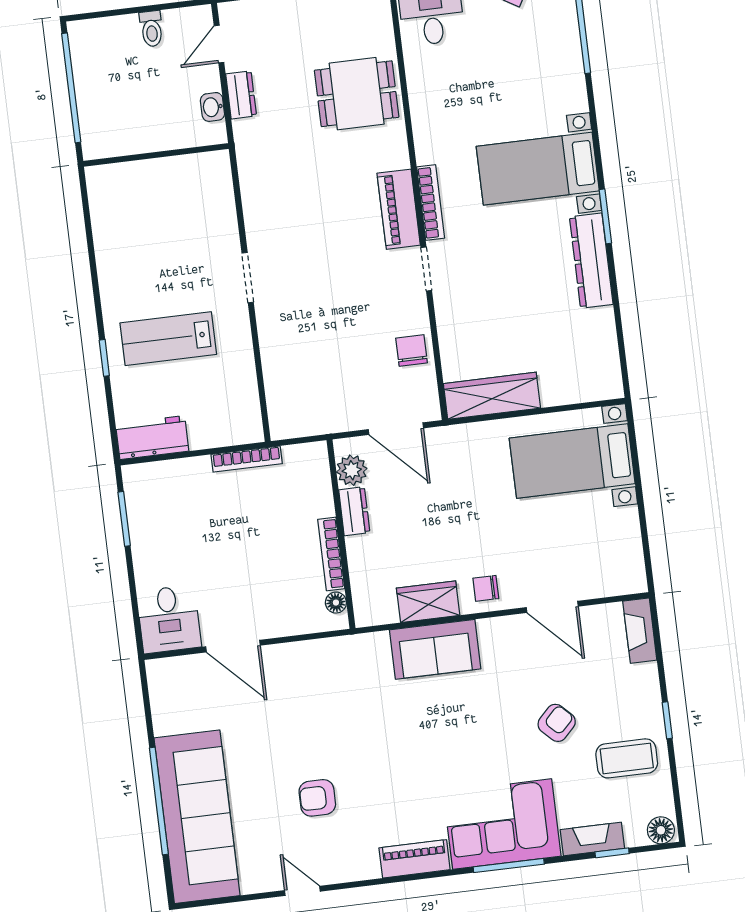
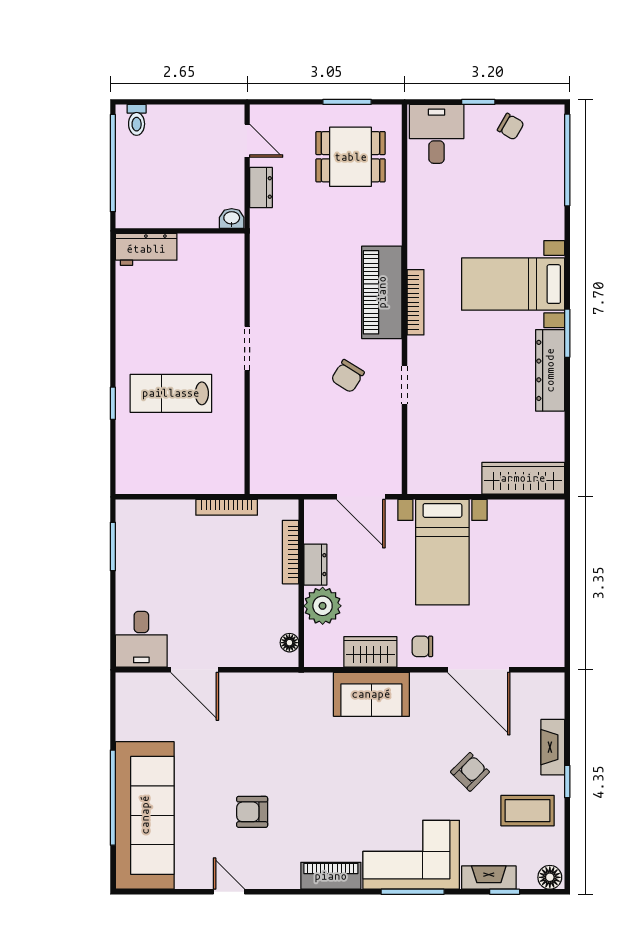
toilet: (151, 29) -> (137, 120), moved
door: (219, 44) -> (247, 141), swing flipped
dining table: (357, 94) -> (351, 157), moved
washbasin: (212, 107) -> (232, 218), moved, turned 90
piano: (399, 209) -> (382, 292), width x1.37, depth x1.33
doorway: (426, 269) -> (405, 385), moved
chair: (412, 350) -> (348, 376), moved, turned -148
wardrobe: (492, 396) -> (523, 478), moved
workbench: (152, 438) -> (146, 249), moved, turned 180
bed with nightstands: (572, 461) -> (442, 552), moved, turned -90
plant: (352, 470) -> (323, 606), moved, width x1.36, depth x1.36
bookcase: (331, 554) -> (291, 552), moved
door: (552, 607) -> (479, 670), width x1.36
fireplace: (640, 631) -> (553, 747), moved

